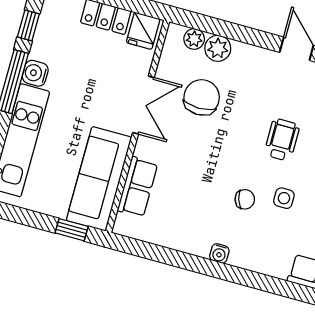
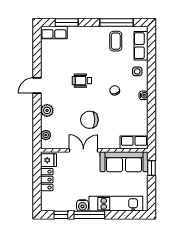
plant: (218, 48) -> (47, 110), moved
chair: (202, 97) -> (89, 120), moved
row of seats: (137, 187) -> (134, 143), moved
side table: (284, 198) -> (137, 71), moved

